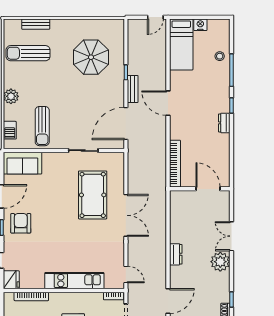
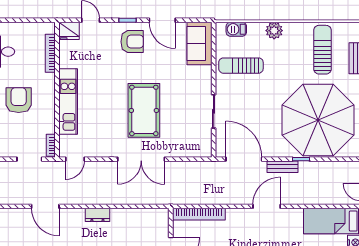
parasol: (91, 57) -> (318, 120), width x1.86, depth x1.86
pool table: (93, 195) -> (144, 110), moved, turned 90

